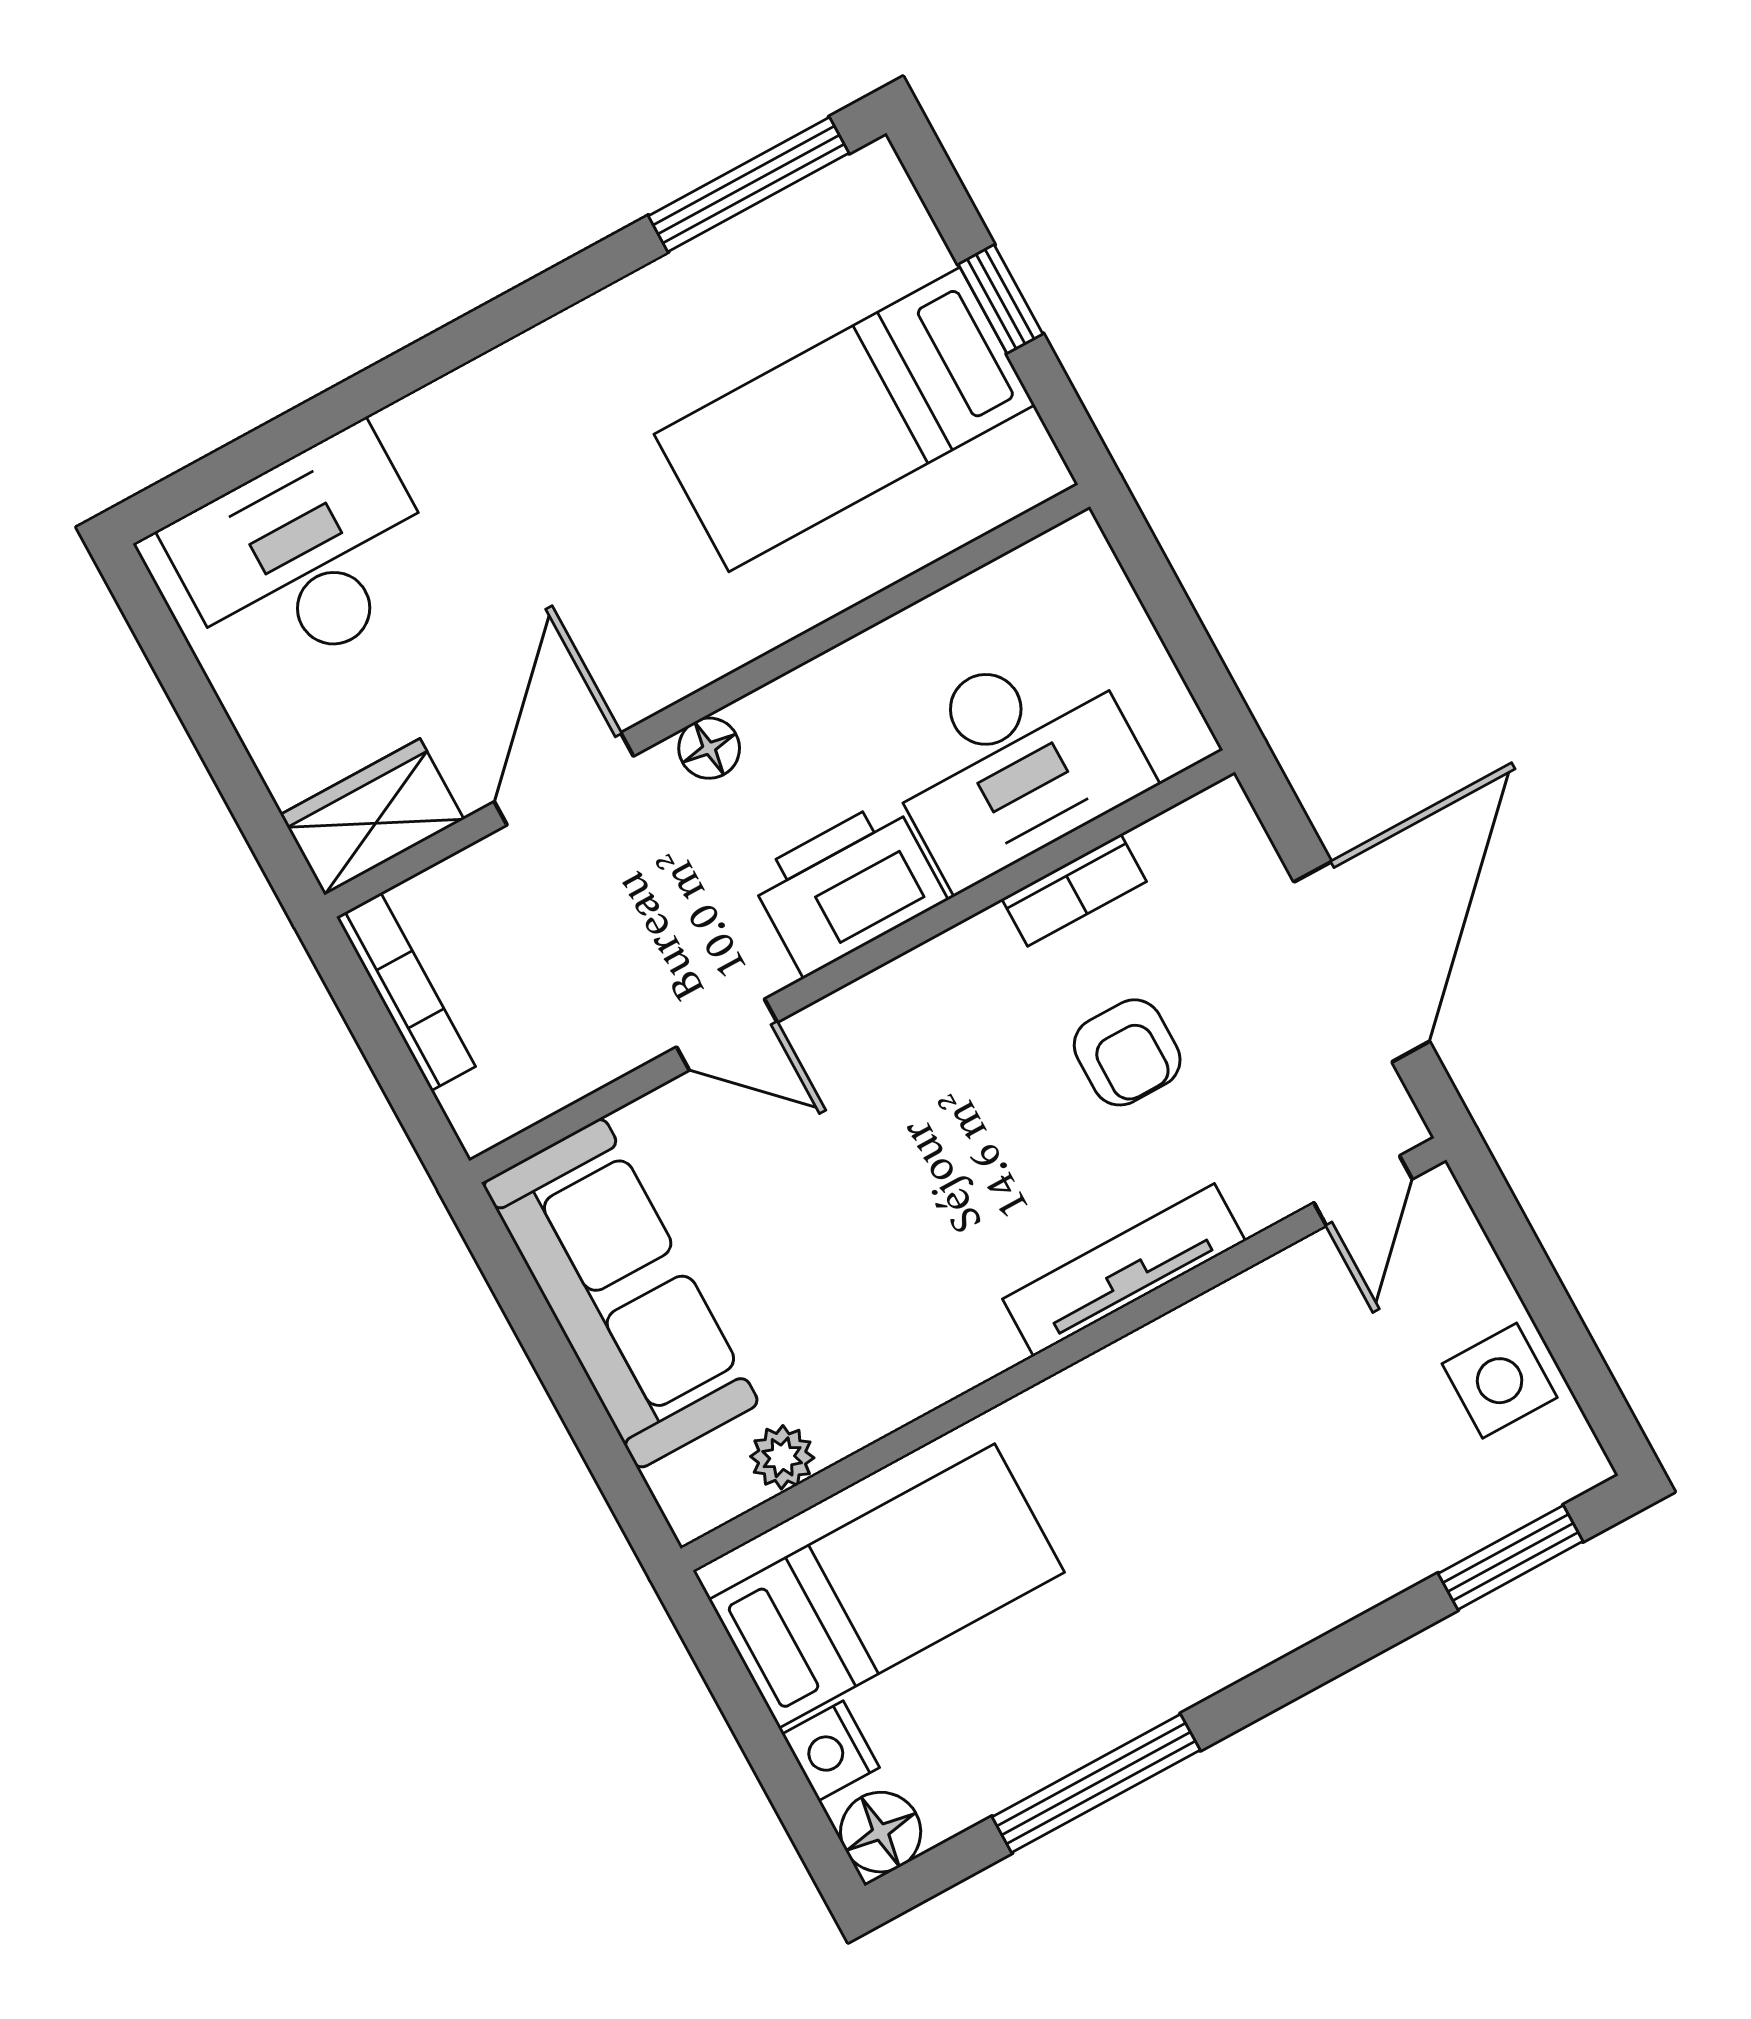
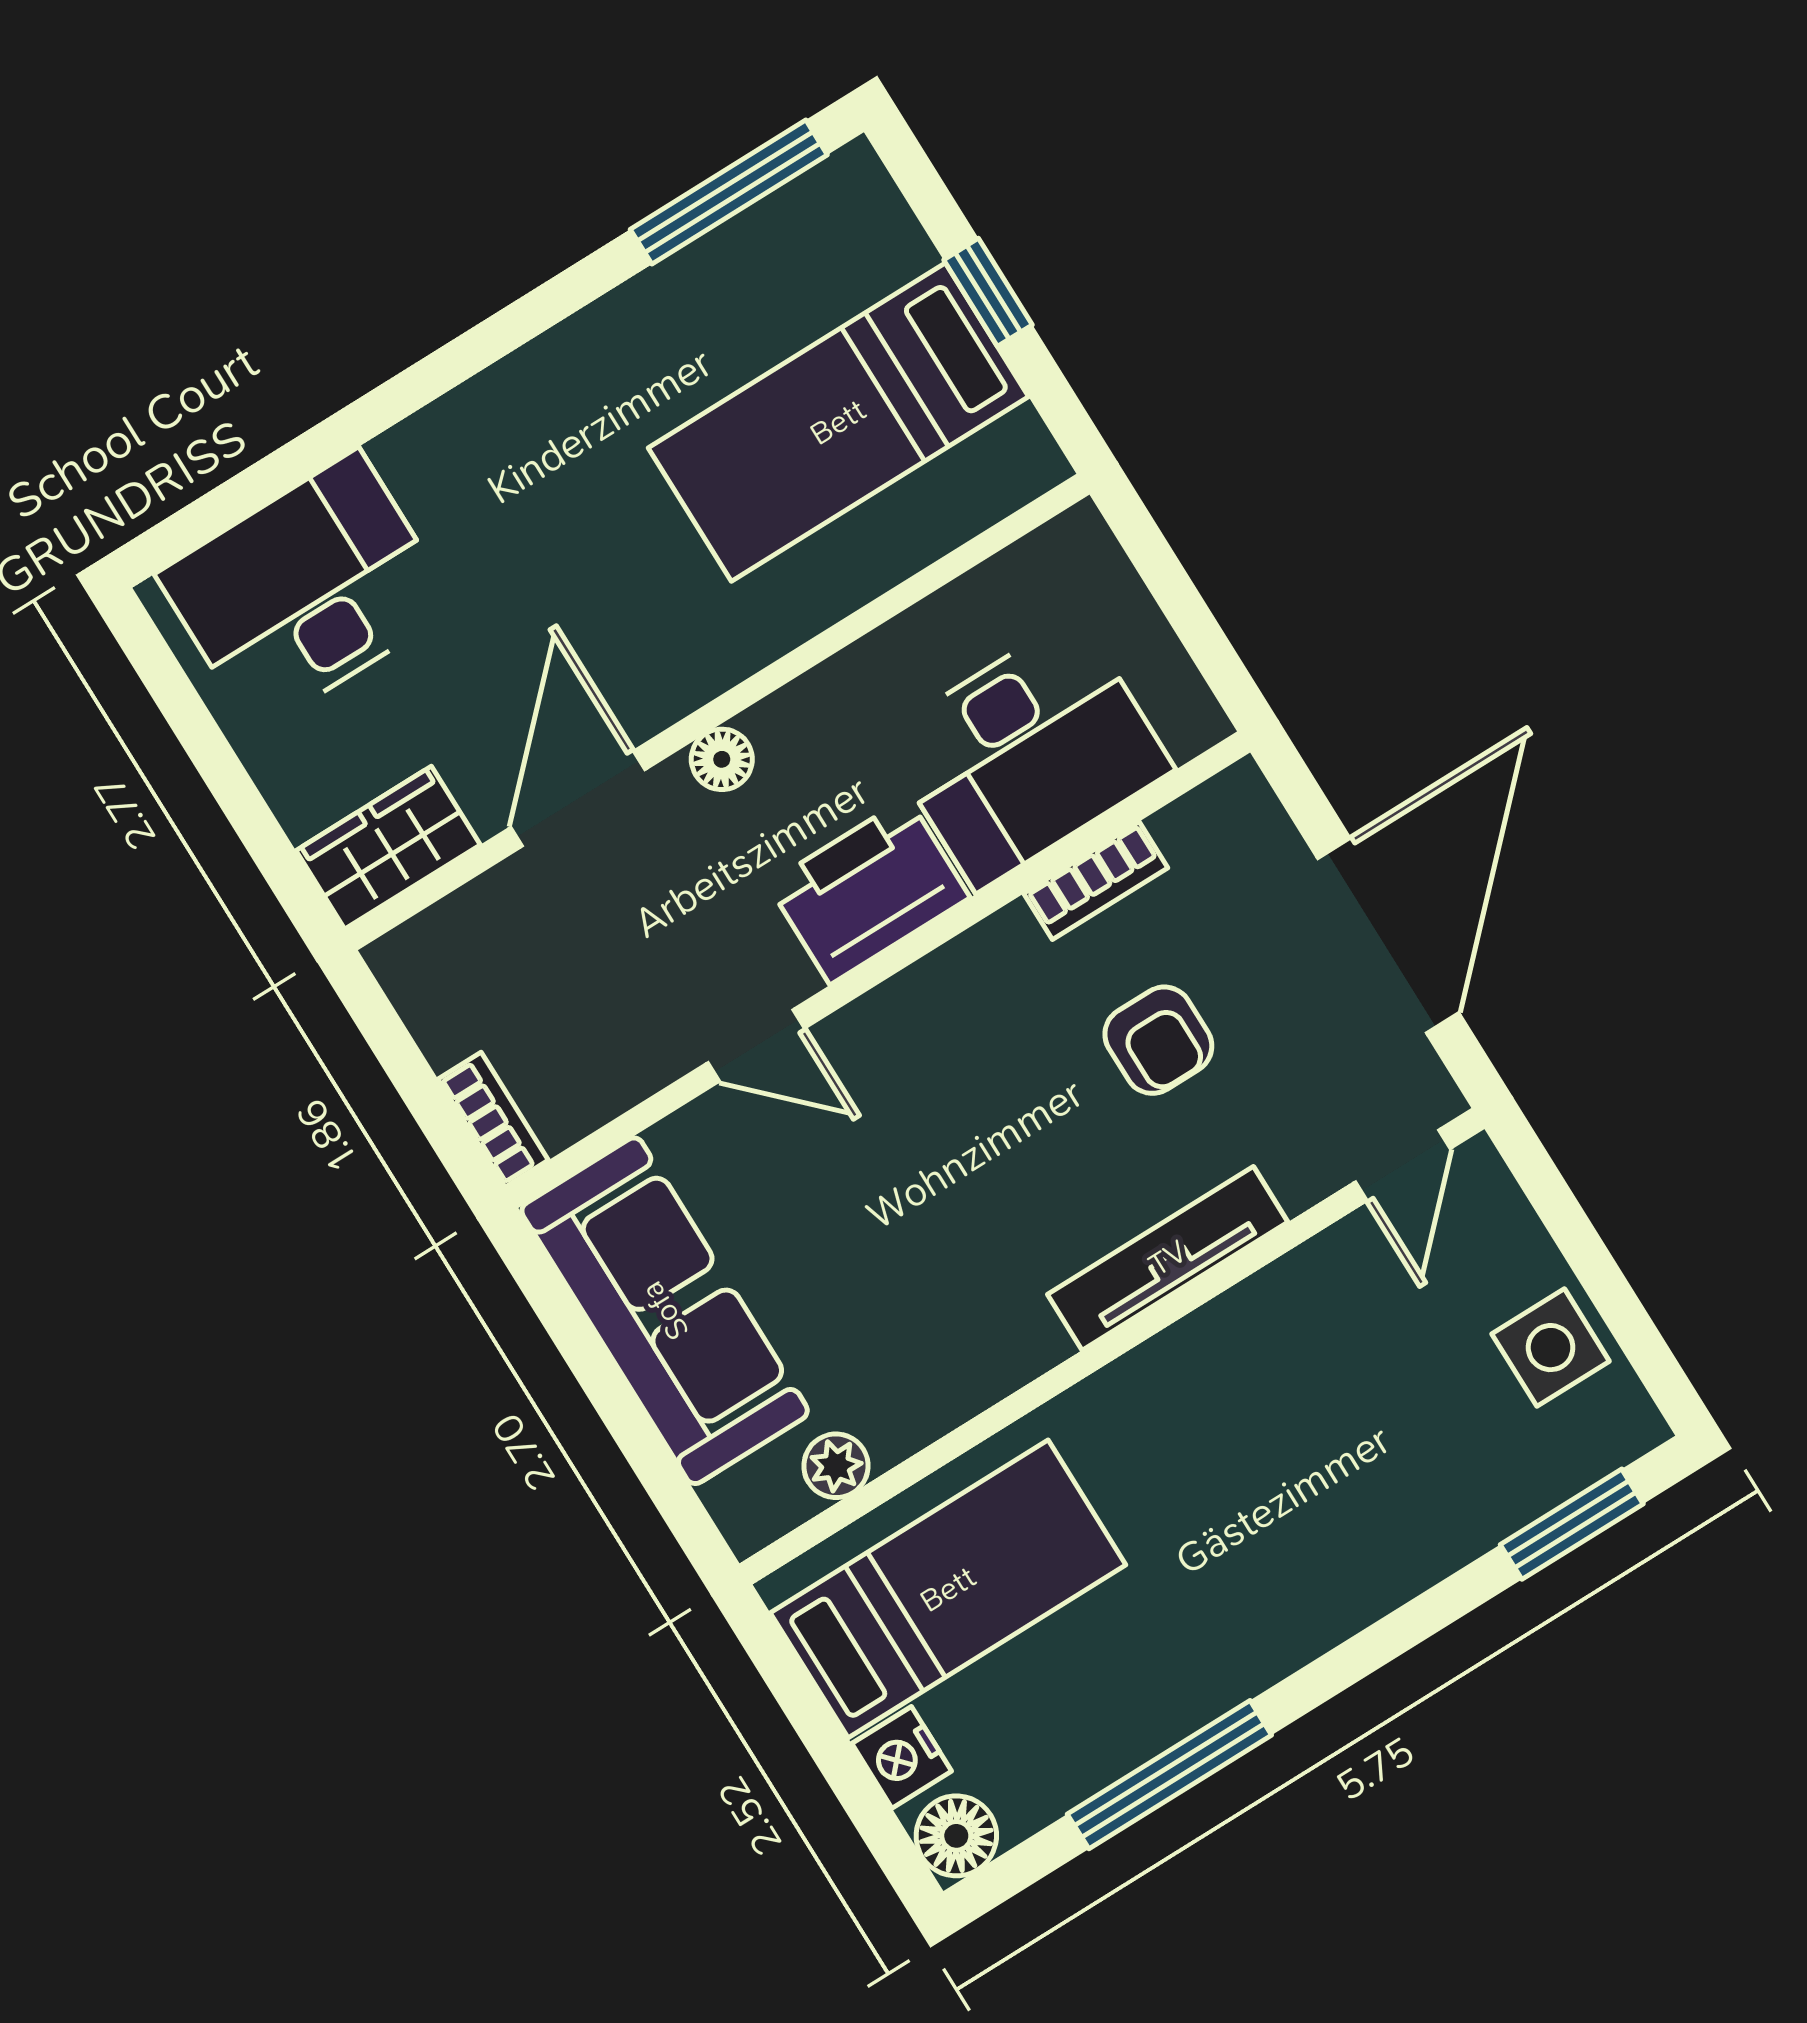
bookcase: (406, 992) -> (493, 1120), moved, width x0.64

